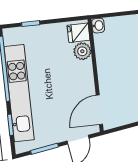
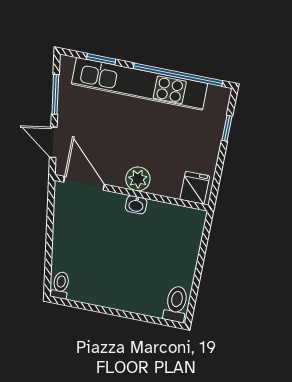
washbasin: (98, 26) -> (136, 205), moved
plant: (82, 51) -> (138, 179), moved

